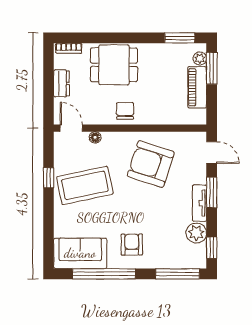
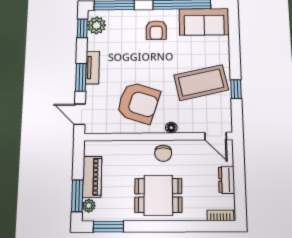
dining table: (114, 65) -> (158, 195), moved
floor lamp: (95, 137) -> (171, 128), moved
plant: (196, 233) -> (97, 25), moved

